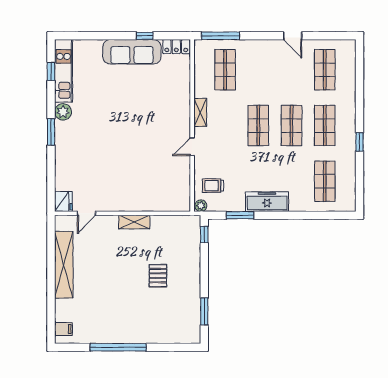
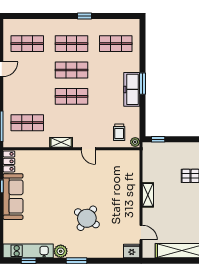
round table: (105, 145) -> (87, 218), added
window: (240, 215) -> (143, 84), moved

